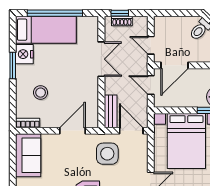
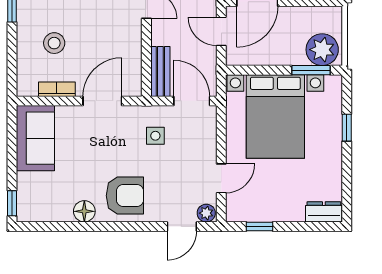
bookcase: (28, 123) -> (57, 89), moved
side table: (107, 154) -> (155, 136), width x0.54, depth x0.54

